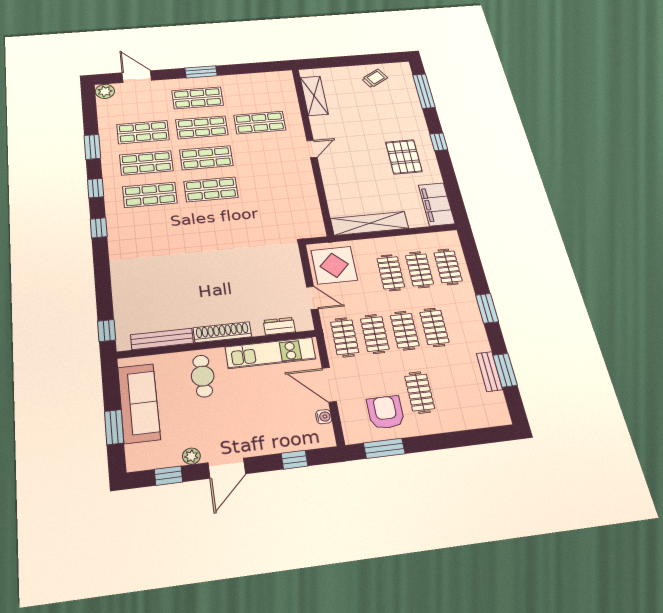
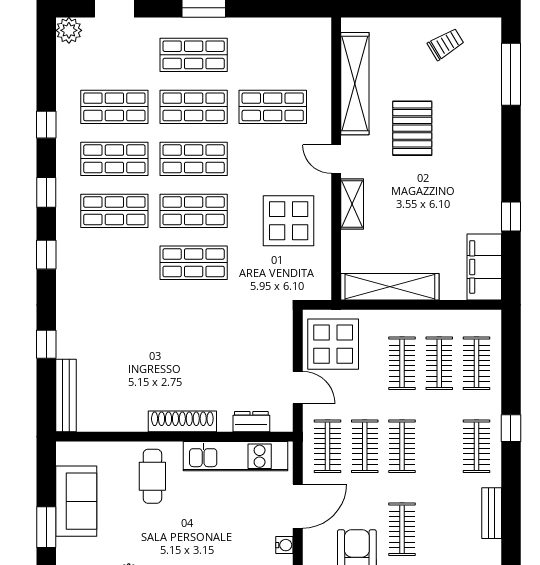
shelving: (314, 96) -> (355, 84), width x1.47
window: (439, 142) -> (511, 216), moved
window: (92, 147) -> (46, 125), width x0.67
door: (312, 149) -> (336, 159), swing flipped
pallet: (404, 157) -> (412, 128), moved
shelving: (330, 175) -> (352, 204), added
display table: (284, 189) -> (289, 221), added
shop shelf: (216, 222) -> (194, 263), added
window: (487, 308) -> (511, 428), width x0.67
clothes rail: (434, 327) -> (476, 446), moved
window: (107, 330) -> (46, 344), moved
bench: (162, 339) -> (66, 396), moved, turned 90
window: (505, 370) -> (511, 514), removed
door: (329, 385) -> (298, 506), swing flipped
sofa: (139, 403) -> (76, 501), width x0.73

